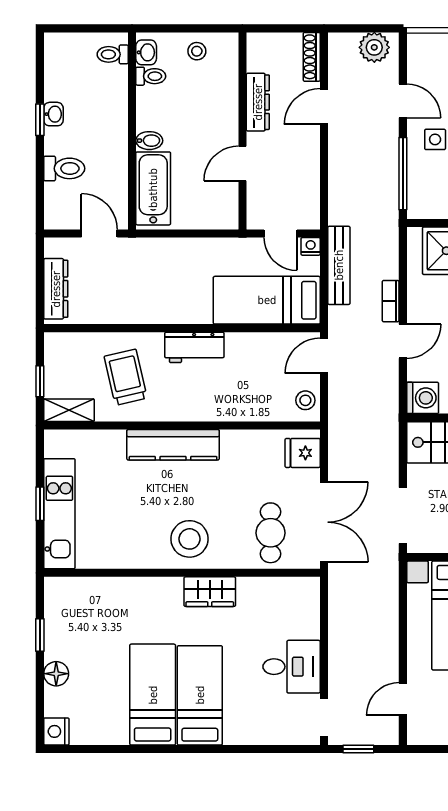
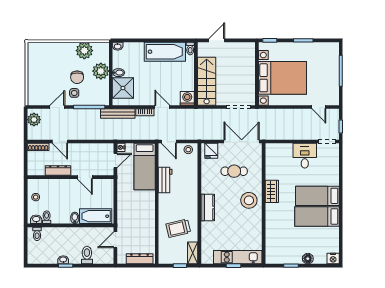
bench: (339, 265) -> (118, 114), moved
workbench: (194, 347) -> (165, 180), moved
kitchen counter: (173, 445) -> (208, 208), width x0.67
cafe table: (271, 533) -> (234, 171), moved

